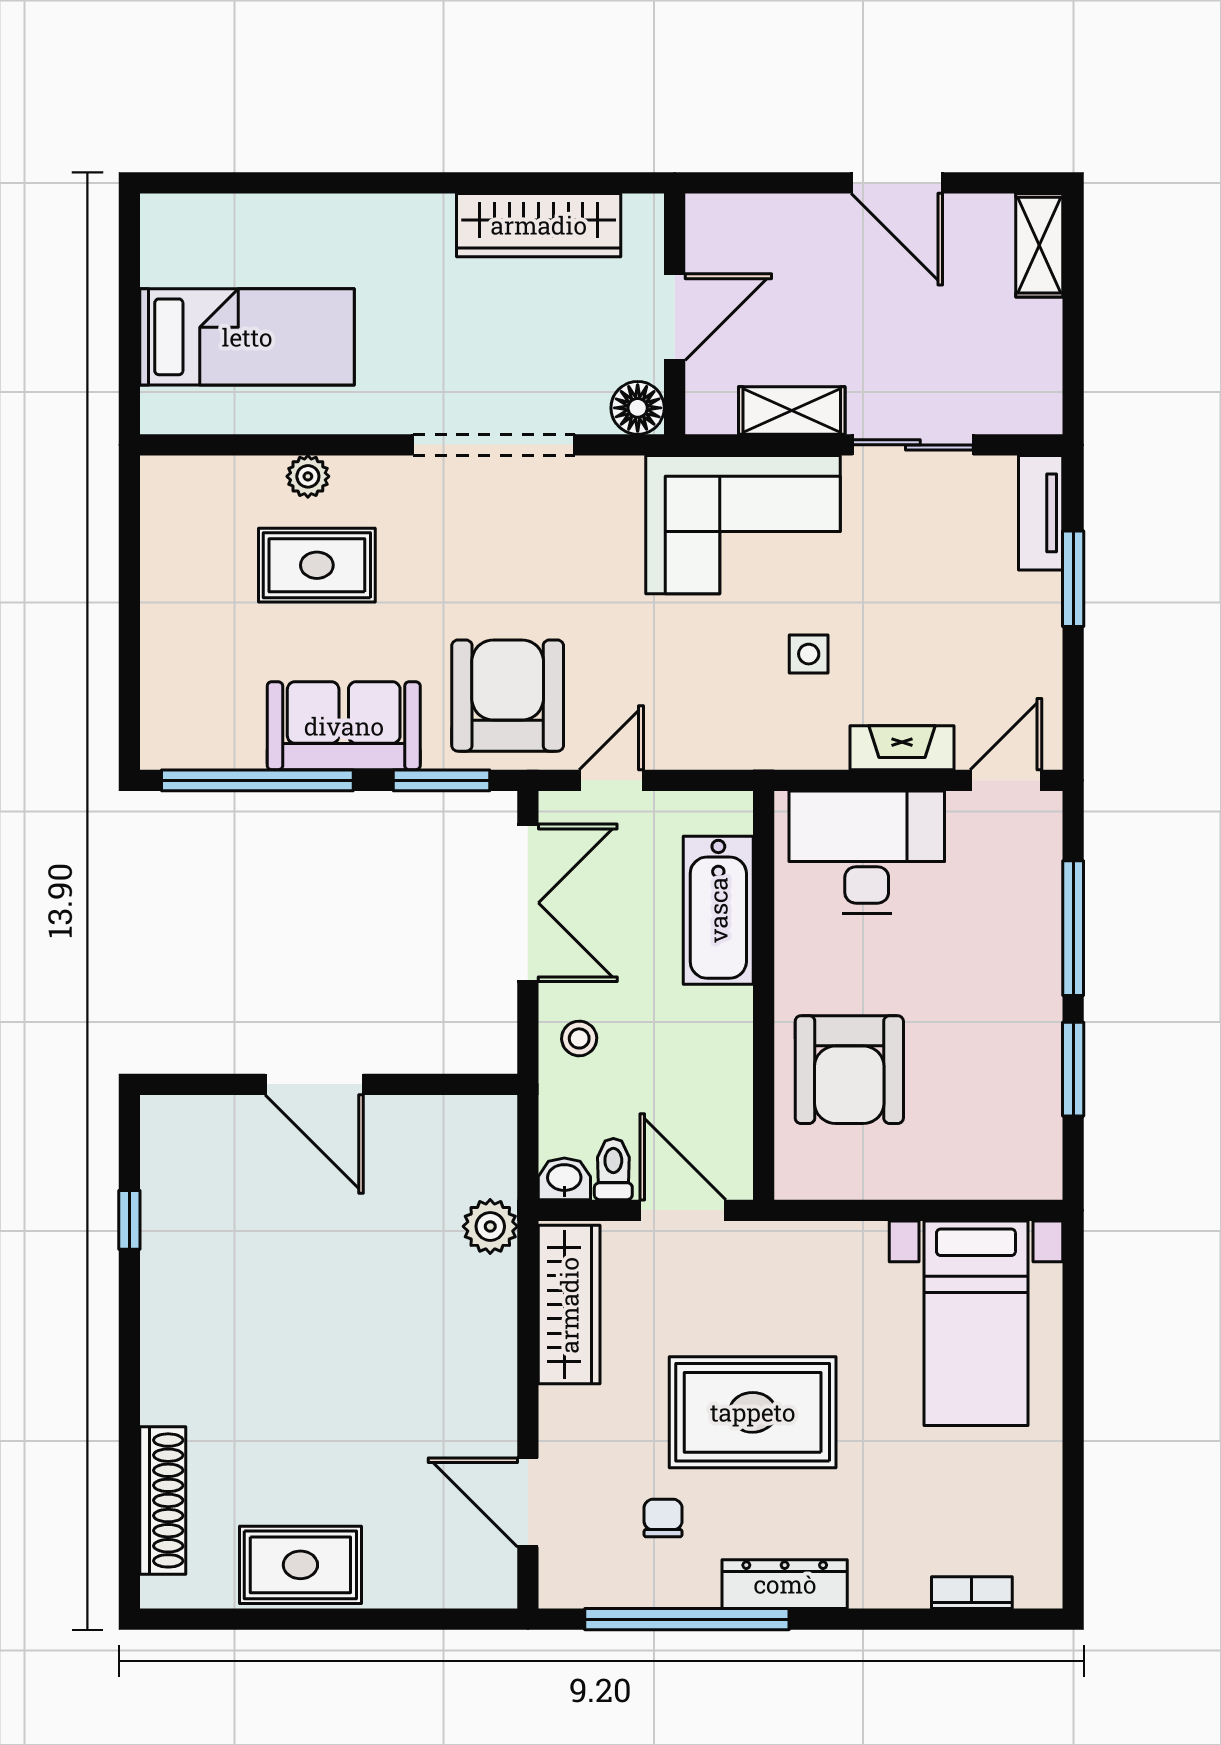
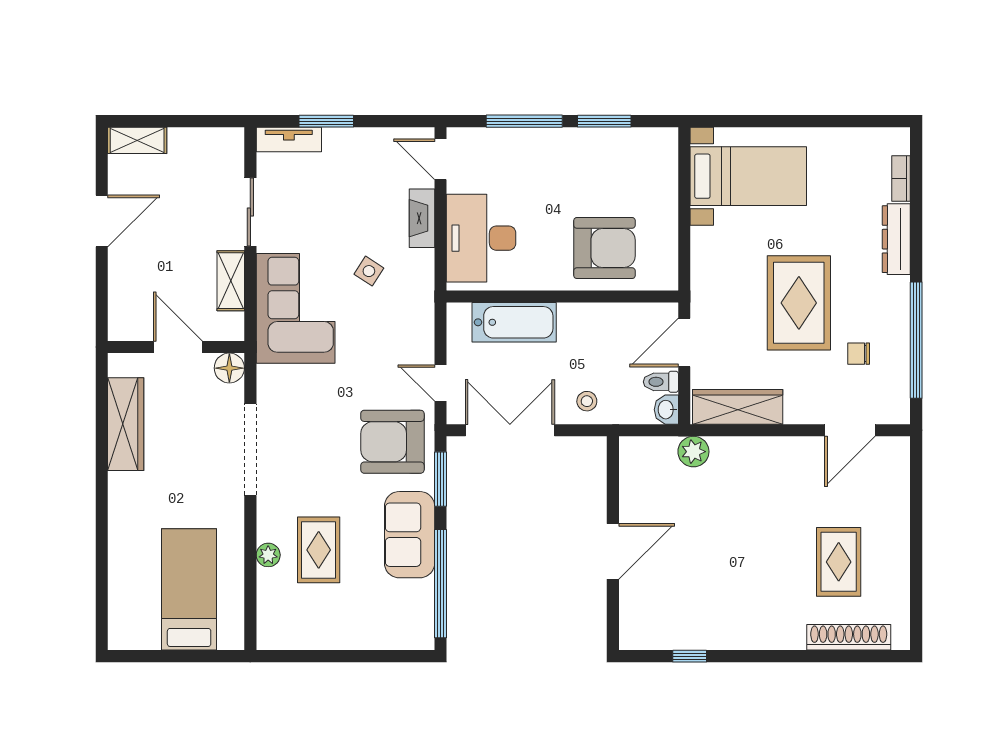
side table: (809, 654) -> (369, 271), turned 33
rug: (300, 1565) -> (839, 562), moved
dresser: (785, 1584) -> (896, 239), moved

